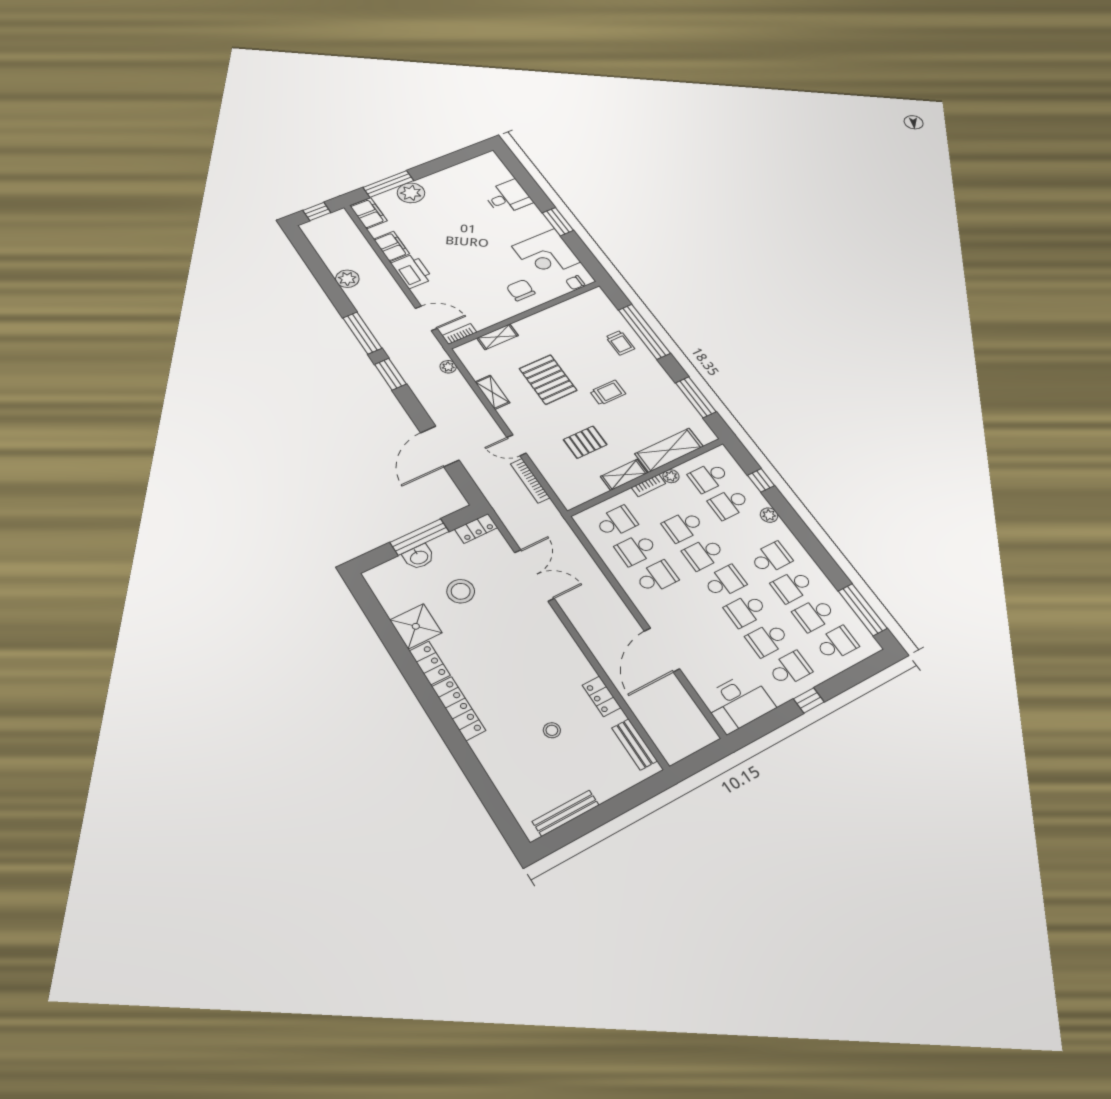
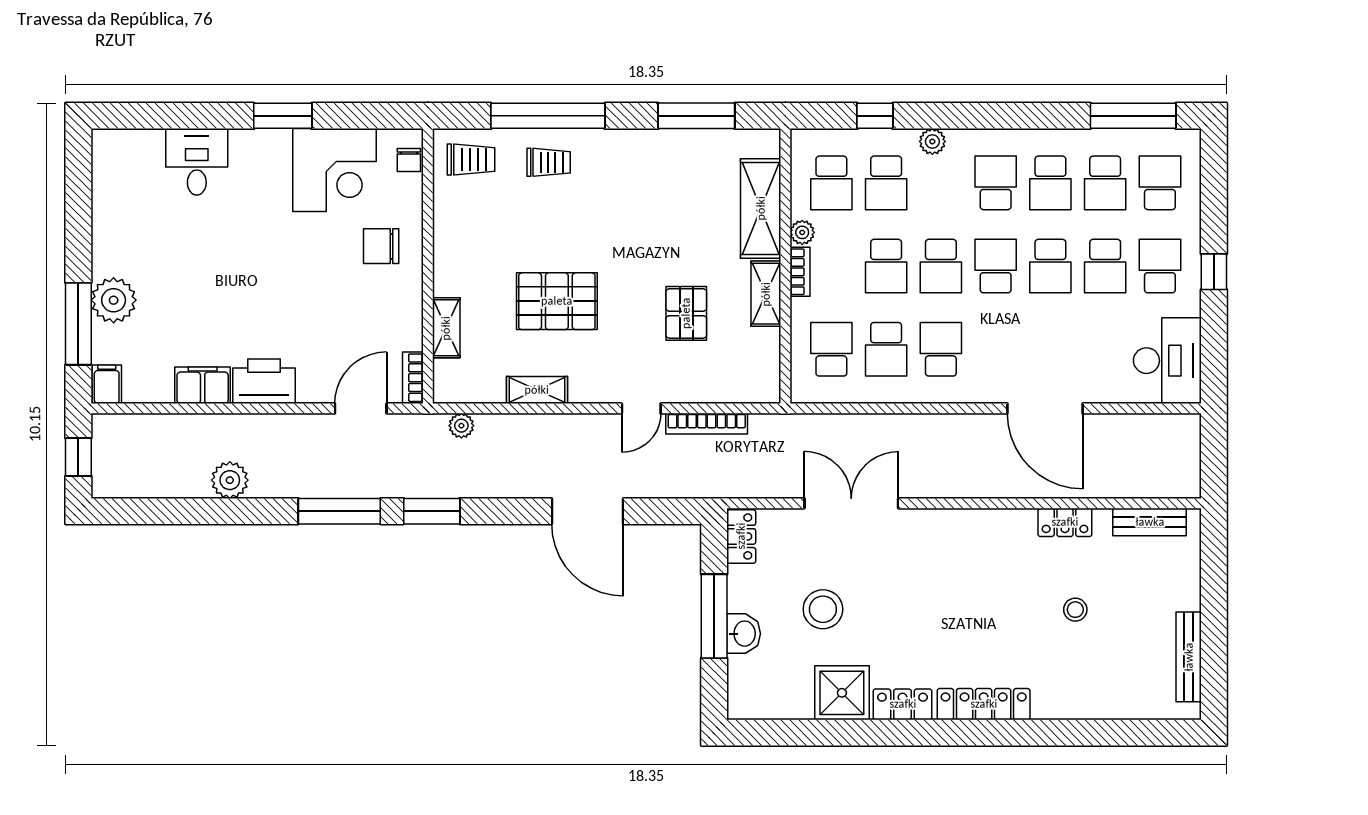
filing cabinet: (368, 213) -> (107, 384), width x0.50
trolley: (608, 393) -> (471, 160), moved, turned 90

